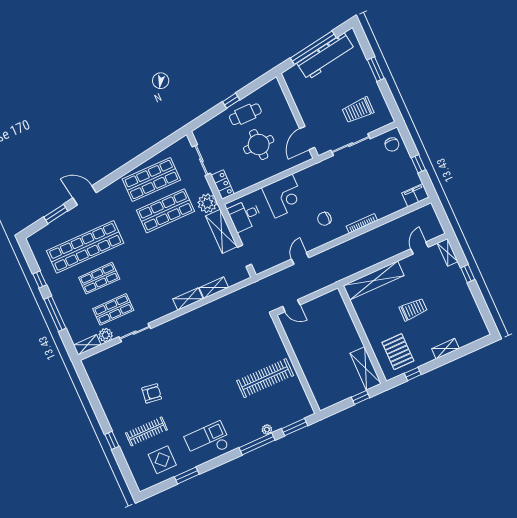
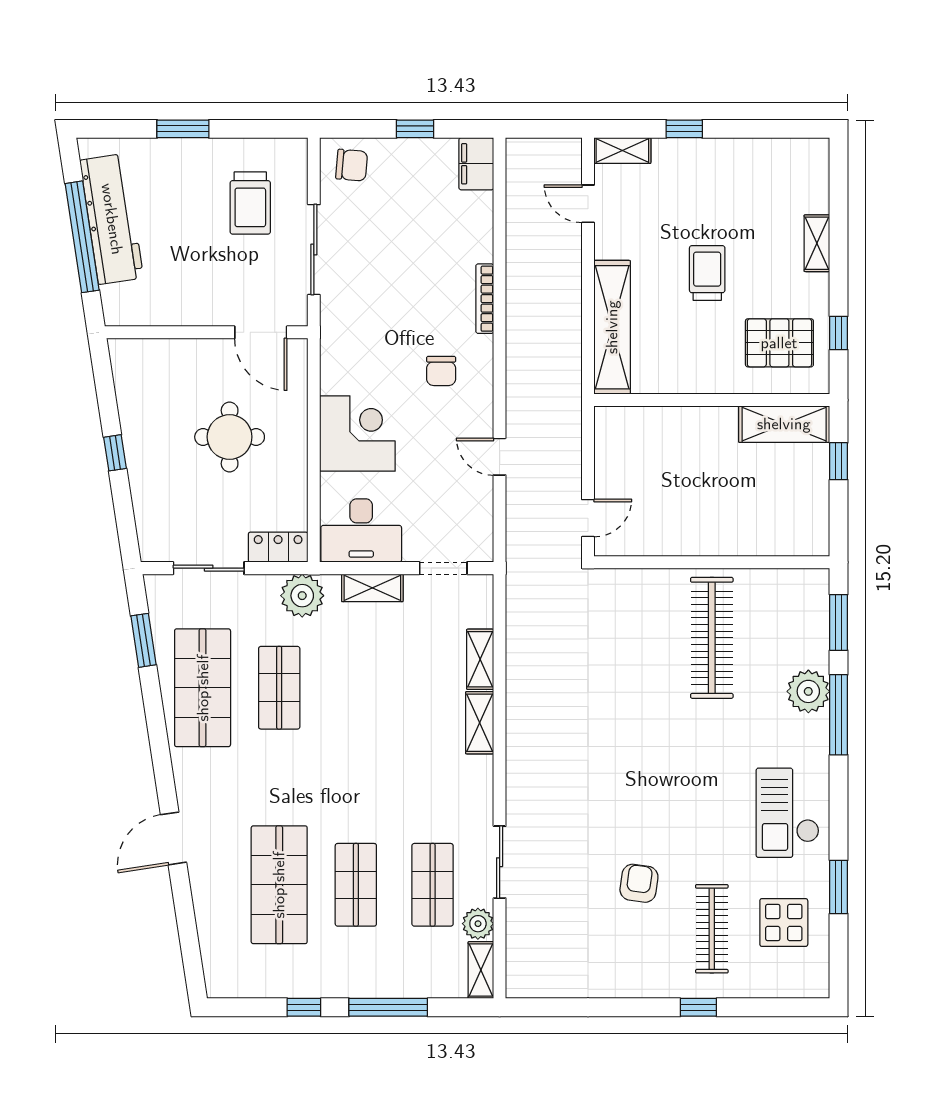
cafe table: (245, 114) -> (156, 436), removed
shop shelf: (165, 211) -> (279, 688), width x0.70, depth x0.74
window: (56, 214) -> (143, 640), moved
desk: (245, 215) -> (361, 531), width x1.37
shelving: (221, 231) -> (372, 588), width x0.67, depth x0.75
shop shelf: (85, 247) -> (279, 885), width x0.71
plant: (267, 430) -> (808, 691), width x1.87, depth x1.87

